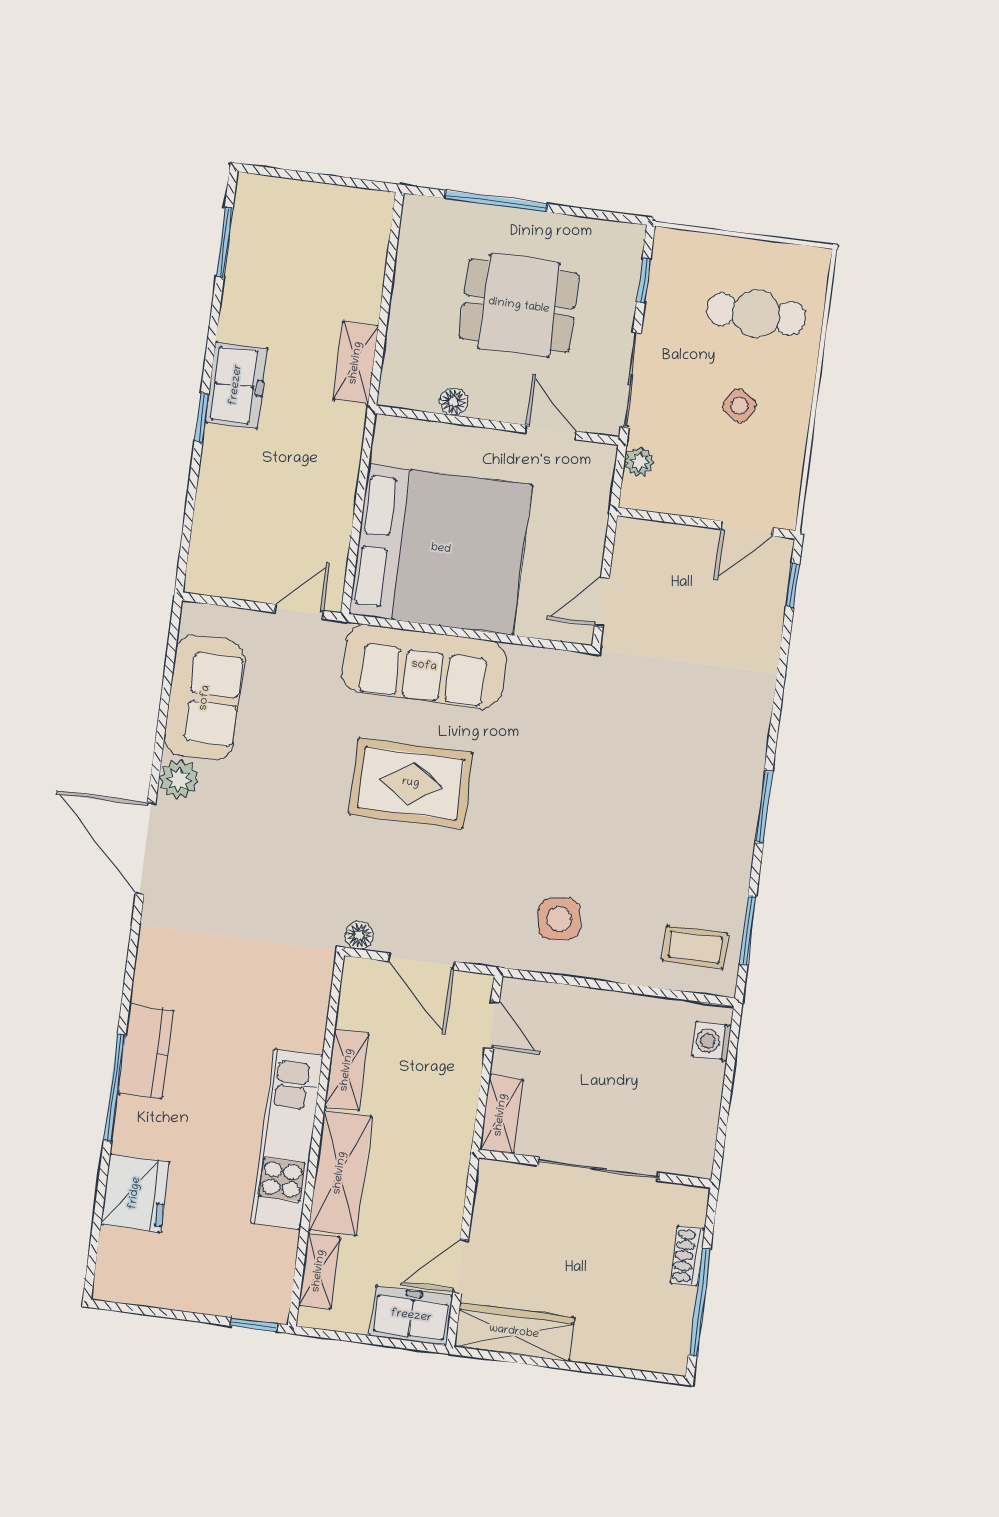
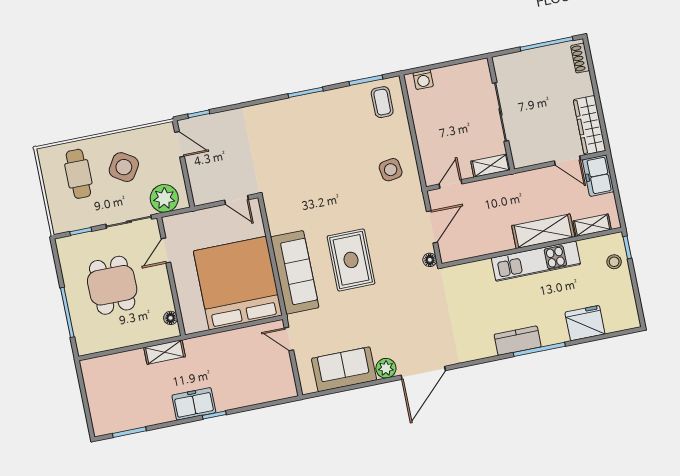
floor lamp: (454, 402) -> (171, 318), moved
side table: (739, 406) -> (124, 167), width x1.87, depth x1.87
plant: (639, 462) -> (164, 198), width x1.87, depth x1.87
shelving: (347, 1070) -> (494, 244), removed
shoe rack: (687, 1256) -> (580, 58), moved, turned 90
stool: (235, 1290) -> (614, 262), added

